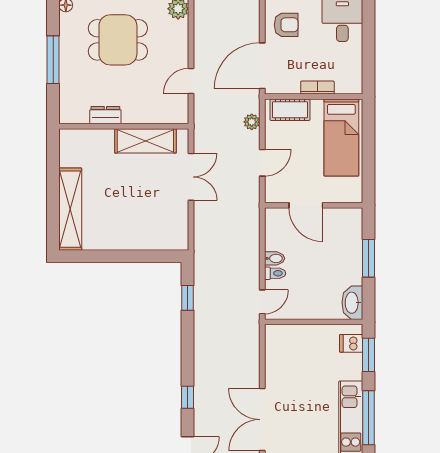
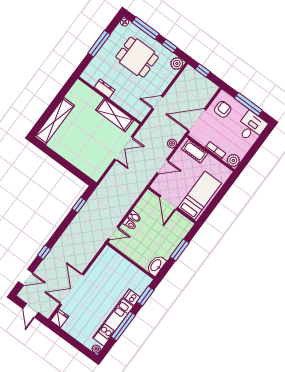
armchair: (286, 25) -> (223, 109), turned -90
plant: (352, 83) -> (233, 160), added
bed: (341, 137) -> (200, 195), moved, turned 180
dishwasher: (351, 343) -> (132, 297), moved

